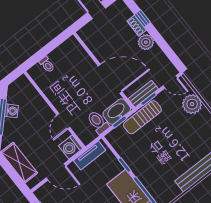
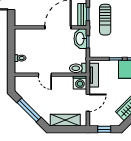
washing machine: (11, 111) -> (31, 101), removed
sun lounger: (142, 117) -> (105, 20), moved
door: (63, 121) -> (45, 75), moved
toilet: (98, 122) -> (78, 68), moved

